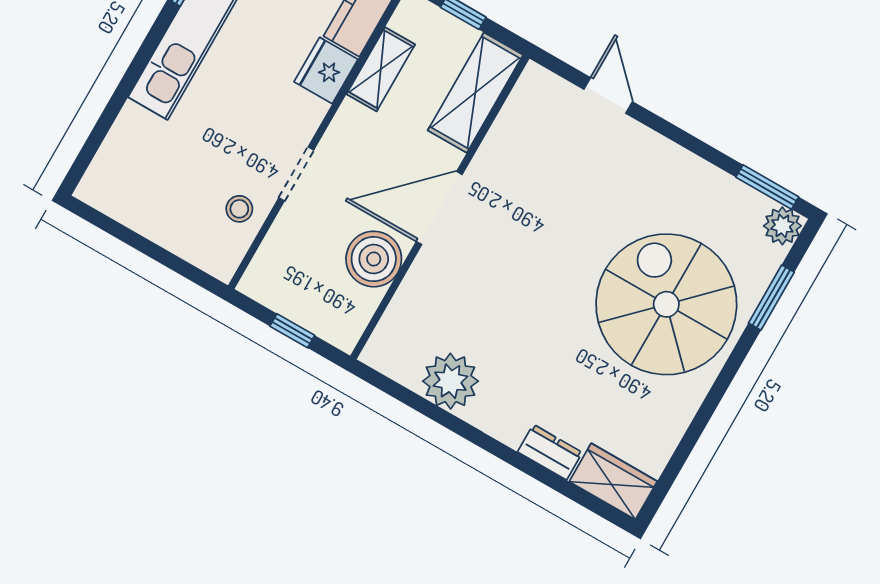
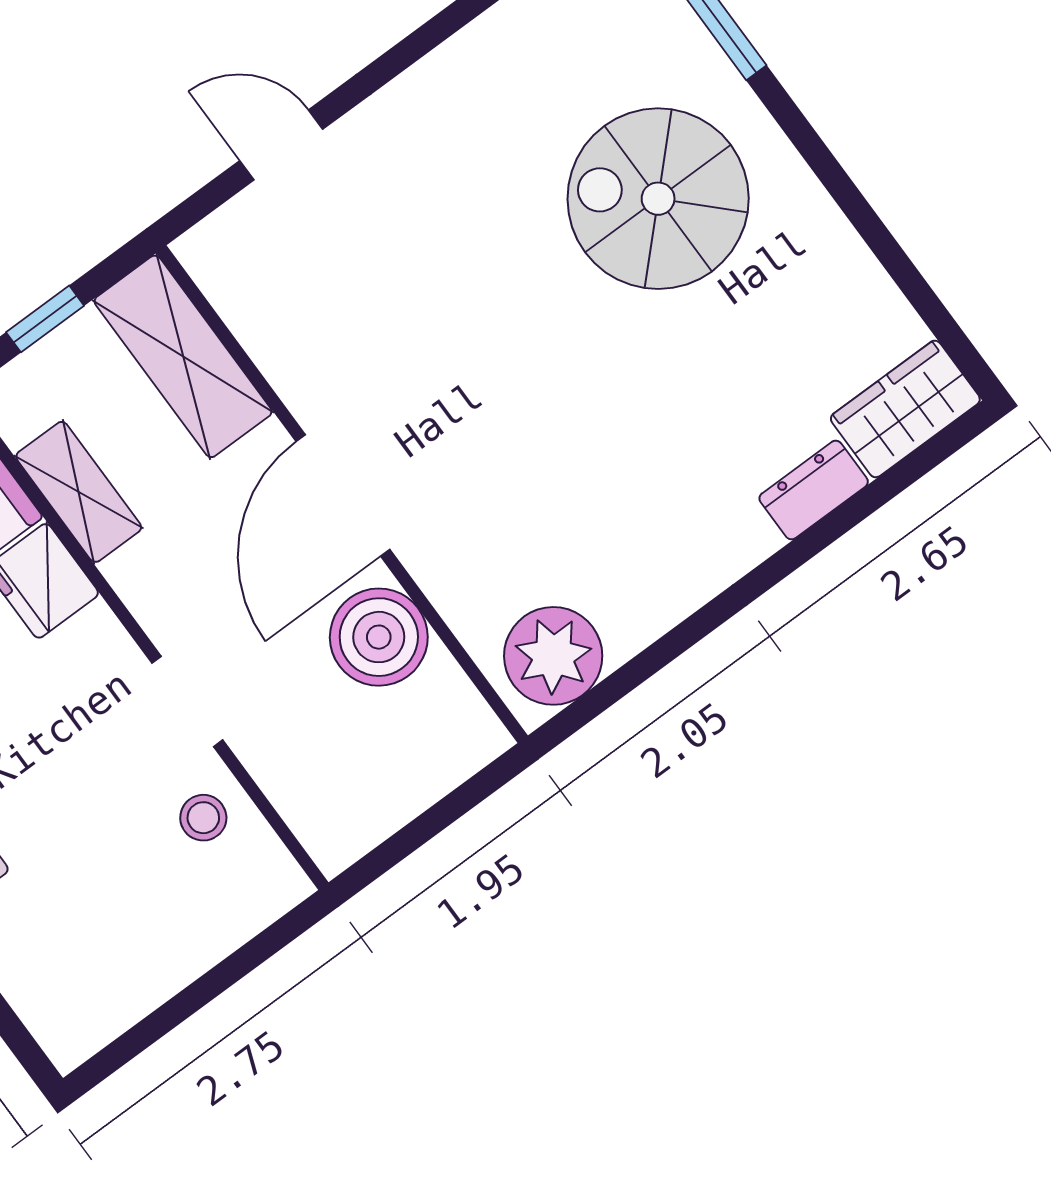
spiral stairs: (666, 304) -> (658, 199), width x0.73, depth x0.73
window: (292, 331) -> (437, 819), removed
plant: (450, 381) -> (553, 656), moved

